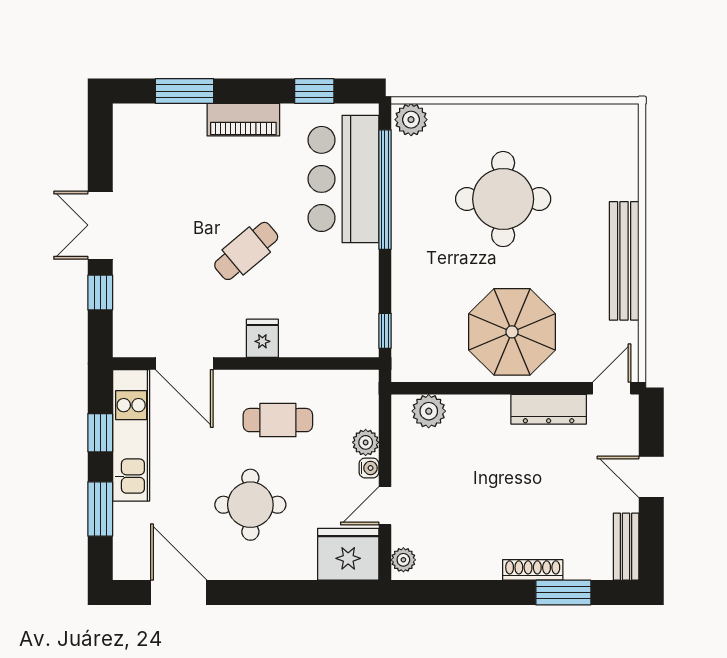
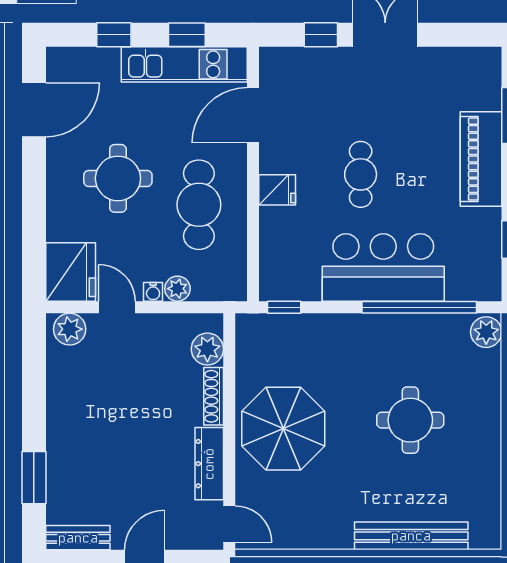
piano: (243, 120) -> (481, 159), width x1.37, depth x1.33
bar counter: (343, 179) -> (383, 267), moved
round table: (503, 199) -> (410, 420), width x0.73, depth x0.73
cafe table: (246, 251) -> (361, 174), turned 40
bench: (624, 261) -> (411, 536), moved
cafe table: (278, 420) -> (199, 205), width x1.37, depth x1.35
window: (100, 509) -> (114, 35), width x0.67
plant: (403, 560) -> (70, 329), width x1.38, depth x1.38
shoe rack: (533, 570) -> (214, 396), moved, turned 180

